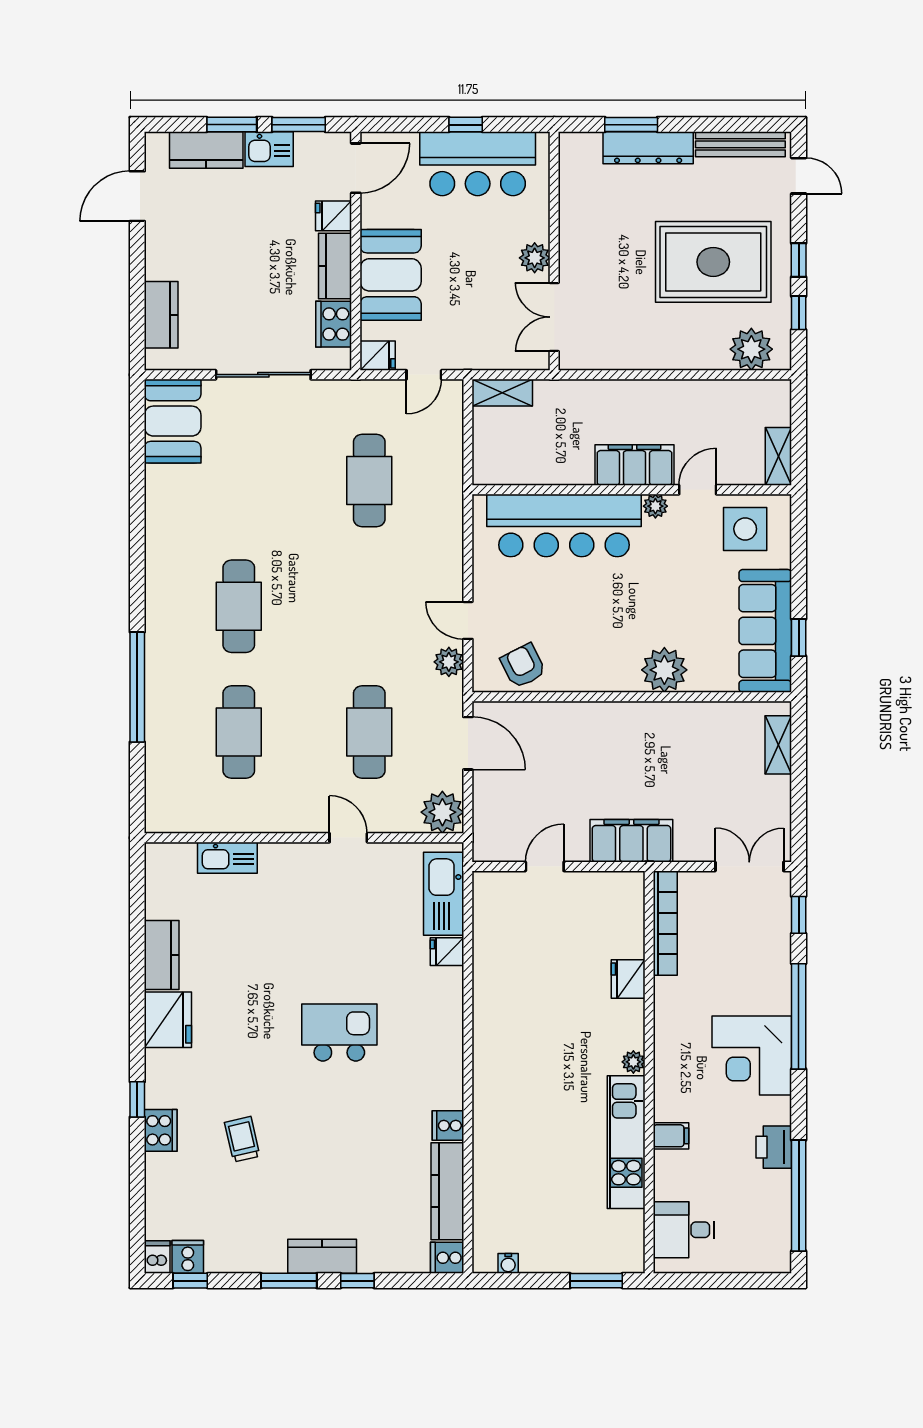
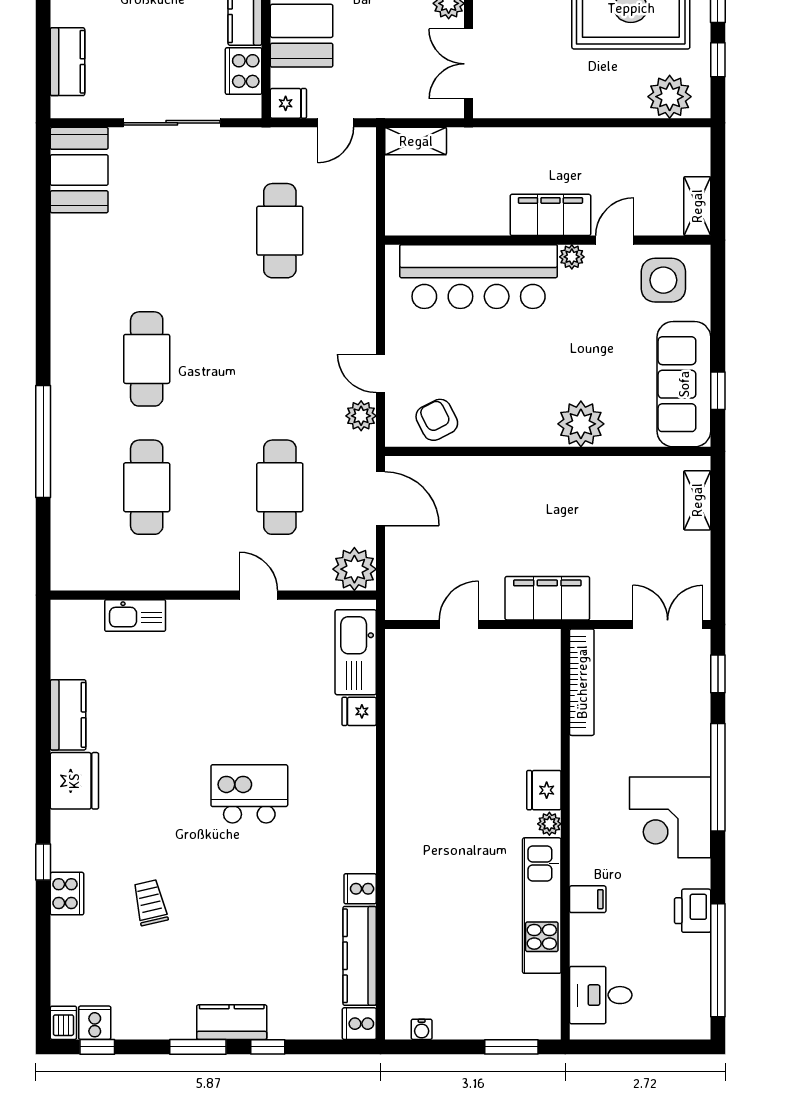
fridge: (628, 979) -> (544, 790), moved

